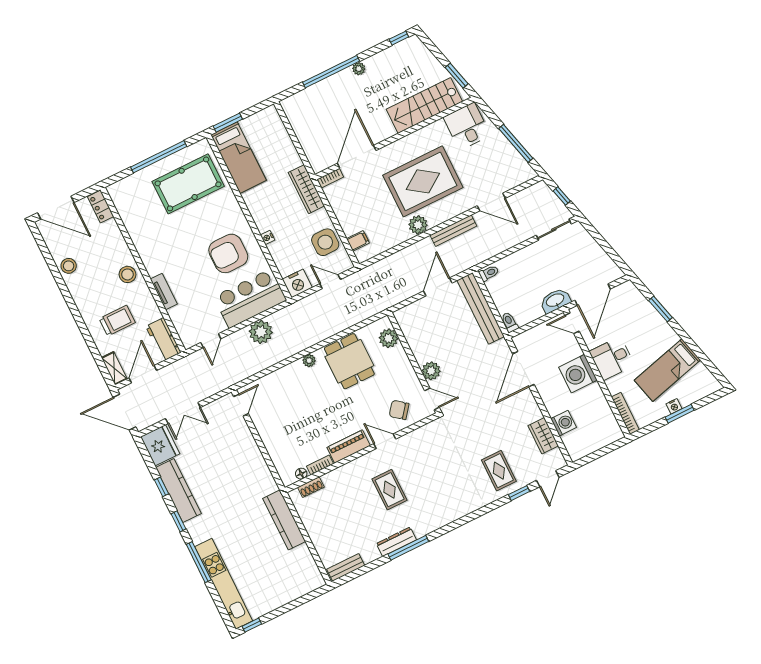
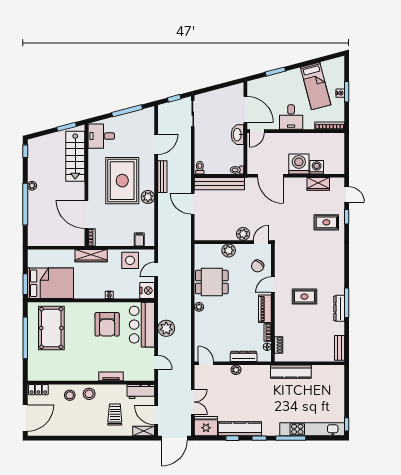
bed: (239, 158) -> (50, 283), width x1.50
stool: (69, 266) -> (70, 395), moved
plant: (389, 338) -> (229, 250), moved
washing machine: (578, 374) -> (299, 164), moved, turned 180
plant: (252, 448) -> (236, 370), added
dresser: (274, 450) -> (244, 356), added

